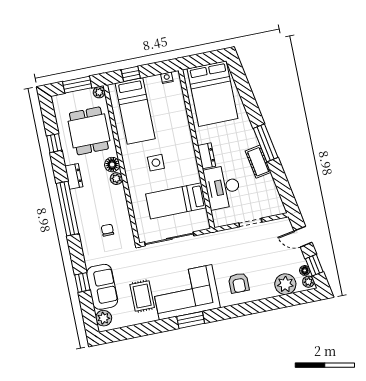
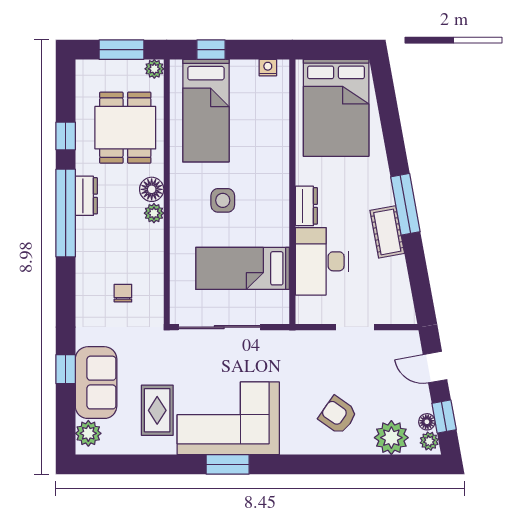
window: (67, 209) -> (66, 213), moved
armchair: (239, 283) -> (338, 415), moved, turned 125

